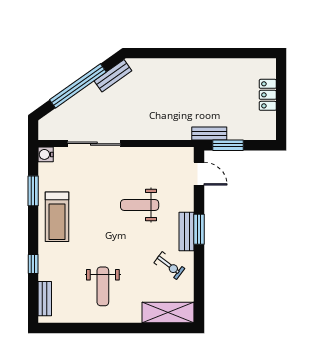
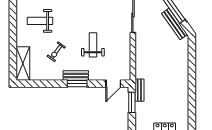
bench: (113, 76) -> (175, 24), width x1.36
exercise bike: (169, 266) -> (56, 52), moved

